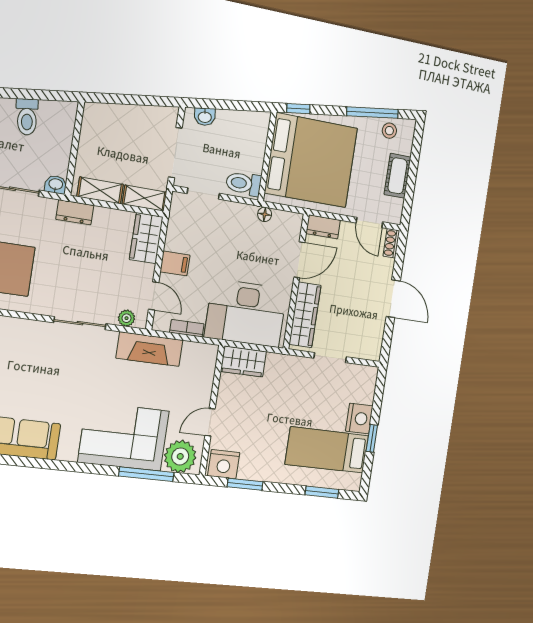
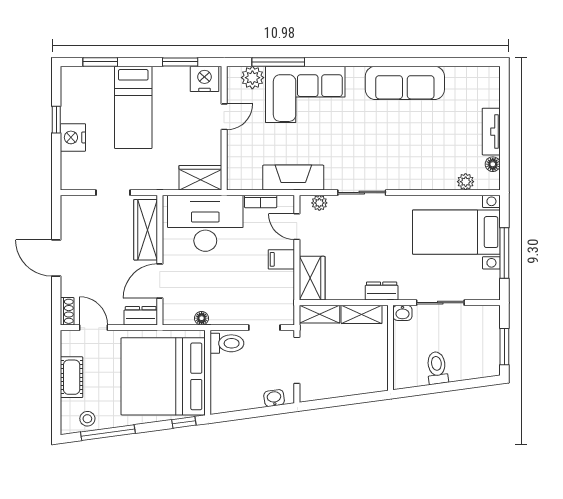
bed: (327, 450) -> (133, 107), moved, turned 90
plant: (180, 456) -> (252, 78), width x0.73, depth x0.73

